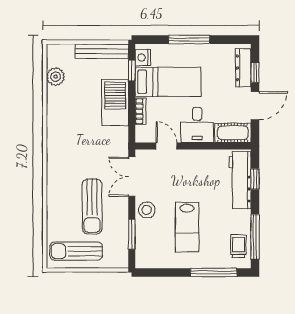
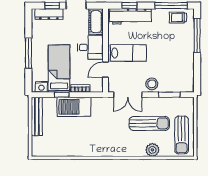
window: (132, 71) -> (62, 95), moved
plant: (56, 77) -> (152, 150), moved
lab bench: (187, 227) -> (128, 53), moved

